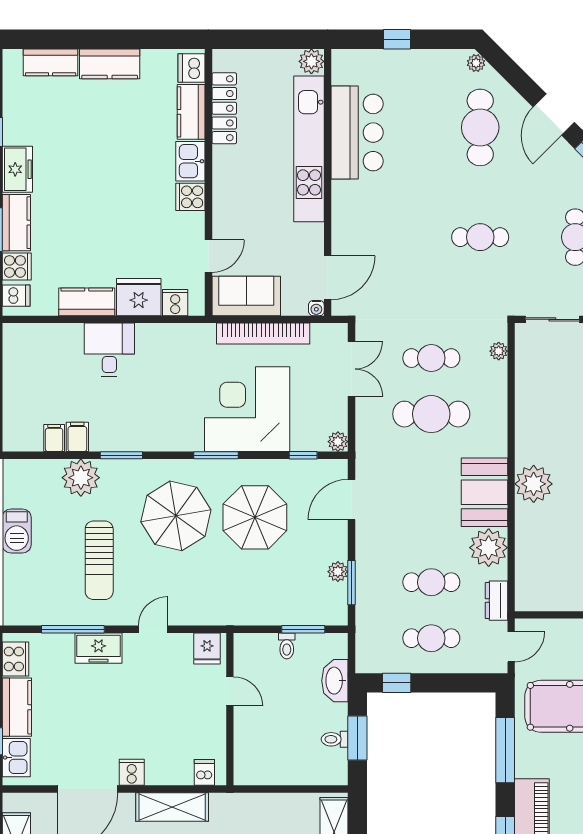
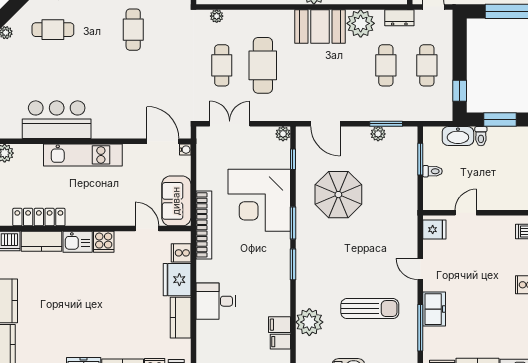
cafe table: (480, 127) -> (53, 30), width x0.73, depth x0.74
kitchen unit: (309, 149) -> (83, 155), width x0.73
bookcase: (263, 333) -> (204, 225), moved
window: (121, 455) -> (293, 264), moved
parasol: (176, 516) -> (337, 252), removed
toilet: (335, 739) -> (481, 136), moved

